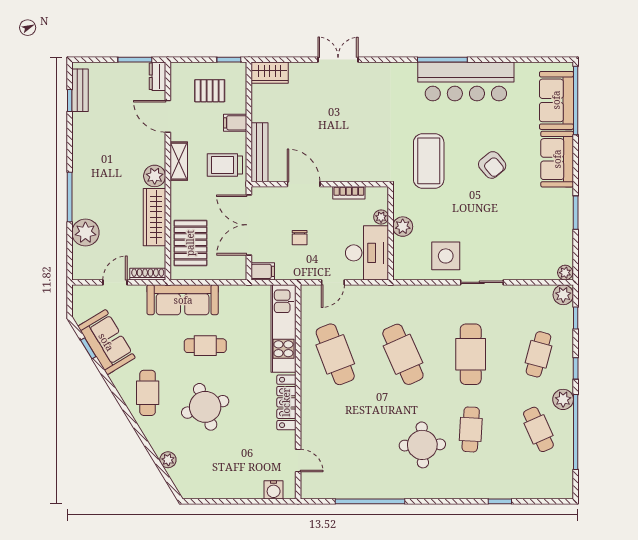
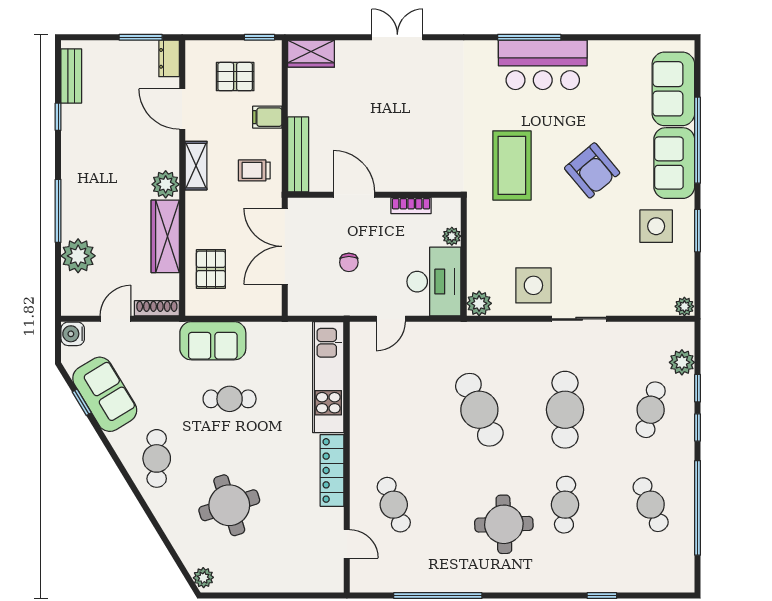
bar counter: (466, 81) -> (543, 65), width x0.73
window: (576, 100) -> (698, 140), moved
window: (70, 101) -> (58, 117), moved
trolley: (225, 165) -> (254, 170), width x0.73, depth x0.72
armchair: (492, 165) -> (592, 170), width x1.38, depth x1.38
side table: (543, 209) -> (656, 226), added
plant: (403, 227) -> (479, 303), moved
pallet: (190, 243) -> (211, 269), width x0.67, depth x0.71
filing cabinet: (263, 271) -> (302, 305), removed
plant: (563, 295) -> (682, 362), moved
sofa: (183, 300) -> (213, 341), width x0.73
window: (576, 318) -> (698, 388), moved
cafe table: (335, 354) -> (394, 505), moved, width x0.73, depth x0.74
plant: (563, 399) -> (682, 467), removed
round table: (205, 407) -> (229, 505), moved
plant: (168, 460) -> (203, 578), moved
water cooler: (274, 490) -> (73, 334), moved, turned 90

